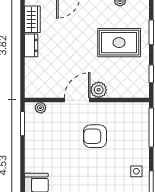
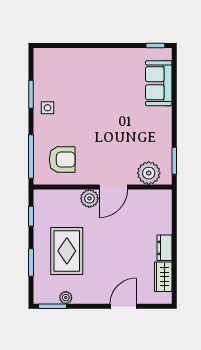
rug: (119, 43) -> (67, 251), turned 90
plant: (41, 108) -> (149, 173), width x1.88, depth x1.88
armchair: (95, 136) -> (62, 160), moved

